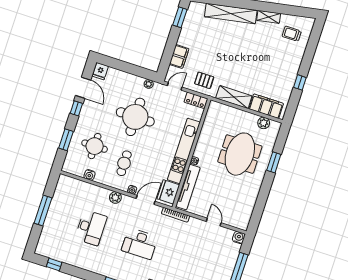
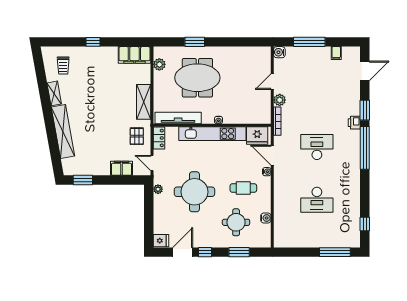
window: (300, 82) -> (93, 42), moved
filing cabinet: (266, 106) -> (134, 55), moved, turned -90
tv unit: (188, 187) -> (178, 118), moved
plant: (115, 197) -> (280, 100), moved
window: (43, 210) -> (335, 252), moved
desk: (91, 228) -> (317, 200), turned 180
desk: (140, 244) -> (317, 147), turned -90

